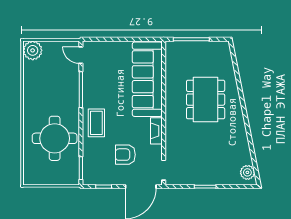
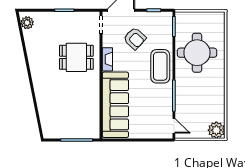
dining table: (206, 100) -> (76, 57), moved, width x0.73
coffee table: (96, 123) -> (160, 66), width x1.36, depth x1.32
armchair: (125, 155) -> (135, 38), turned 43

